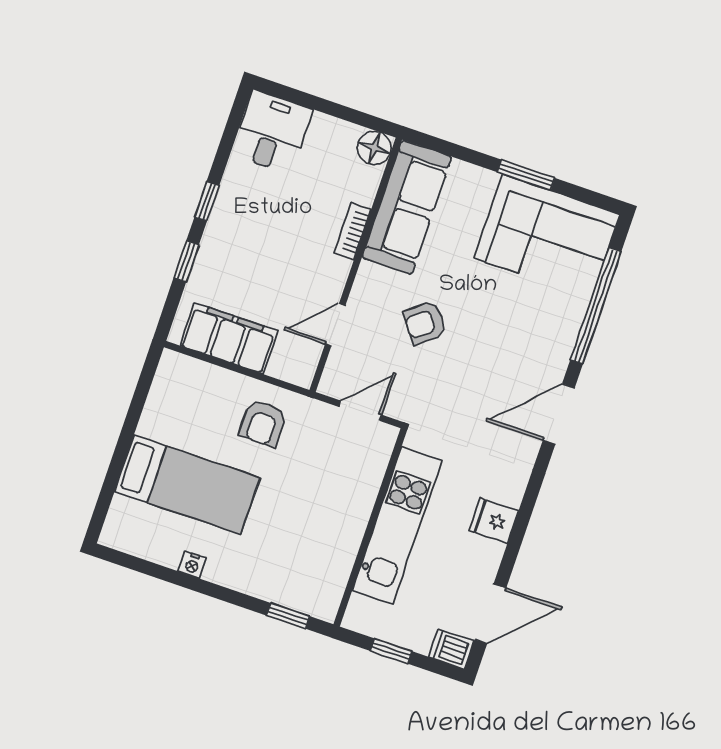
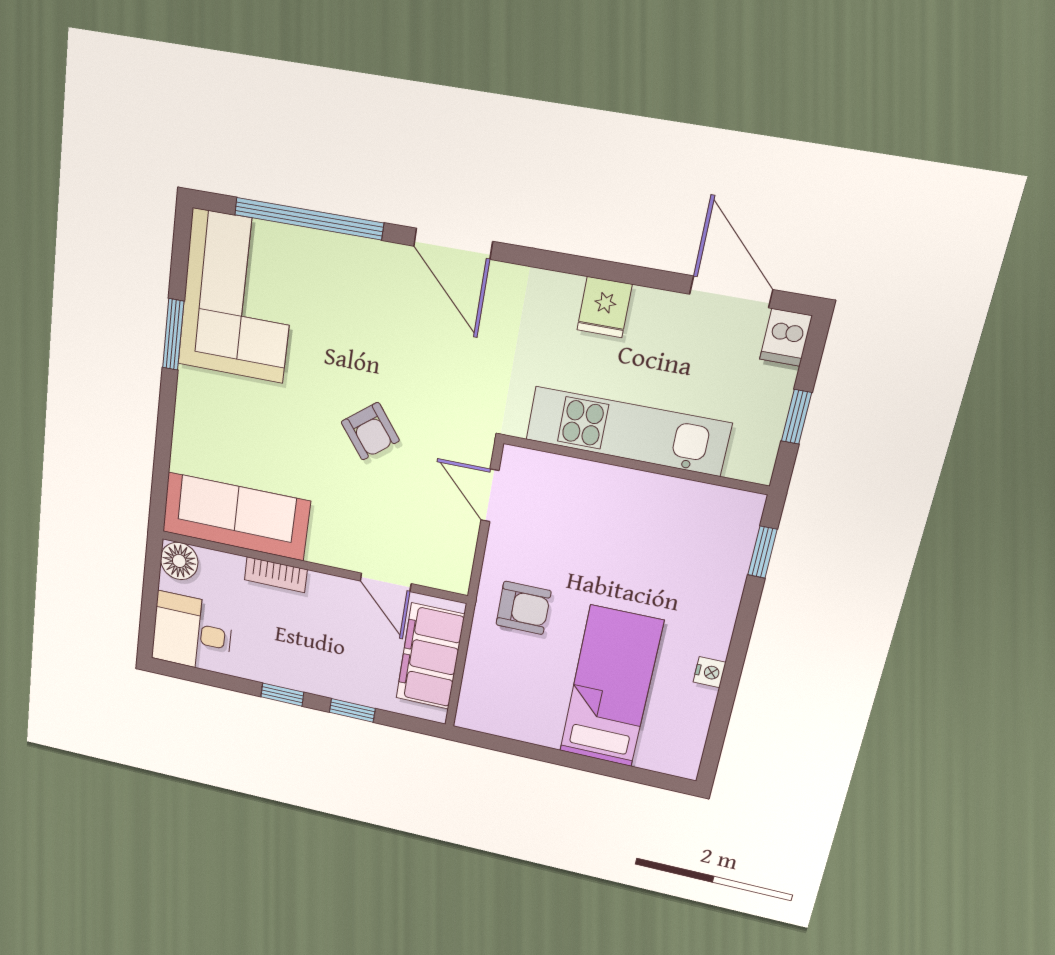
floor lamp: (374, 148) -> (179, 561), moved
sofa: (407, 207) -> (236, 516), moved
bookcase: (352, 231) -> (276, 575), moved
wall: (356, 265) -> (313, 567), moved
door: (335, 325) -> (386, 582), moved

